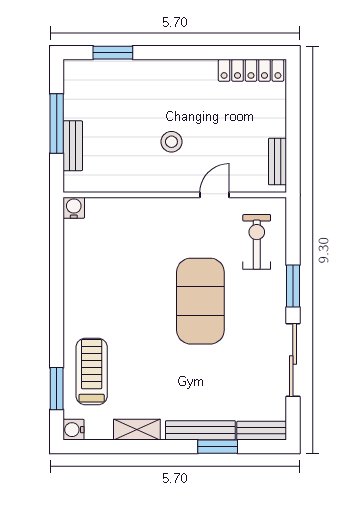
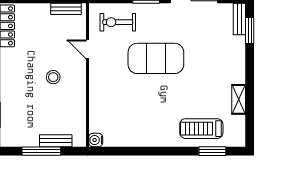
water cooler: (74, 430) -> (239, 140), removed
bench: (200, 430) -> (239, 58), removed
window: (218, 447) -> (250, 31), moved

